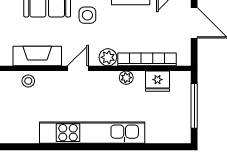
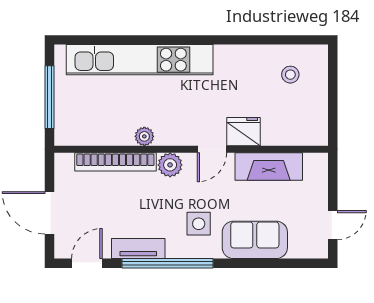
stool: (28, 81) -> (290, 75), moved
fridge: (157, 81) -> (244, 132), moved
kitchen unit: (92, 133) -> (140, 60), moved

